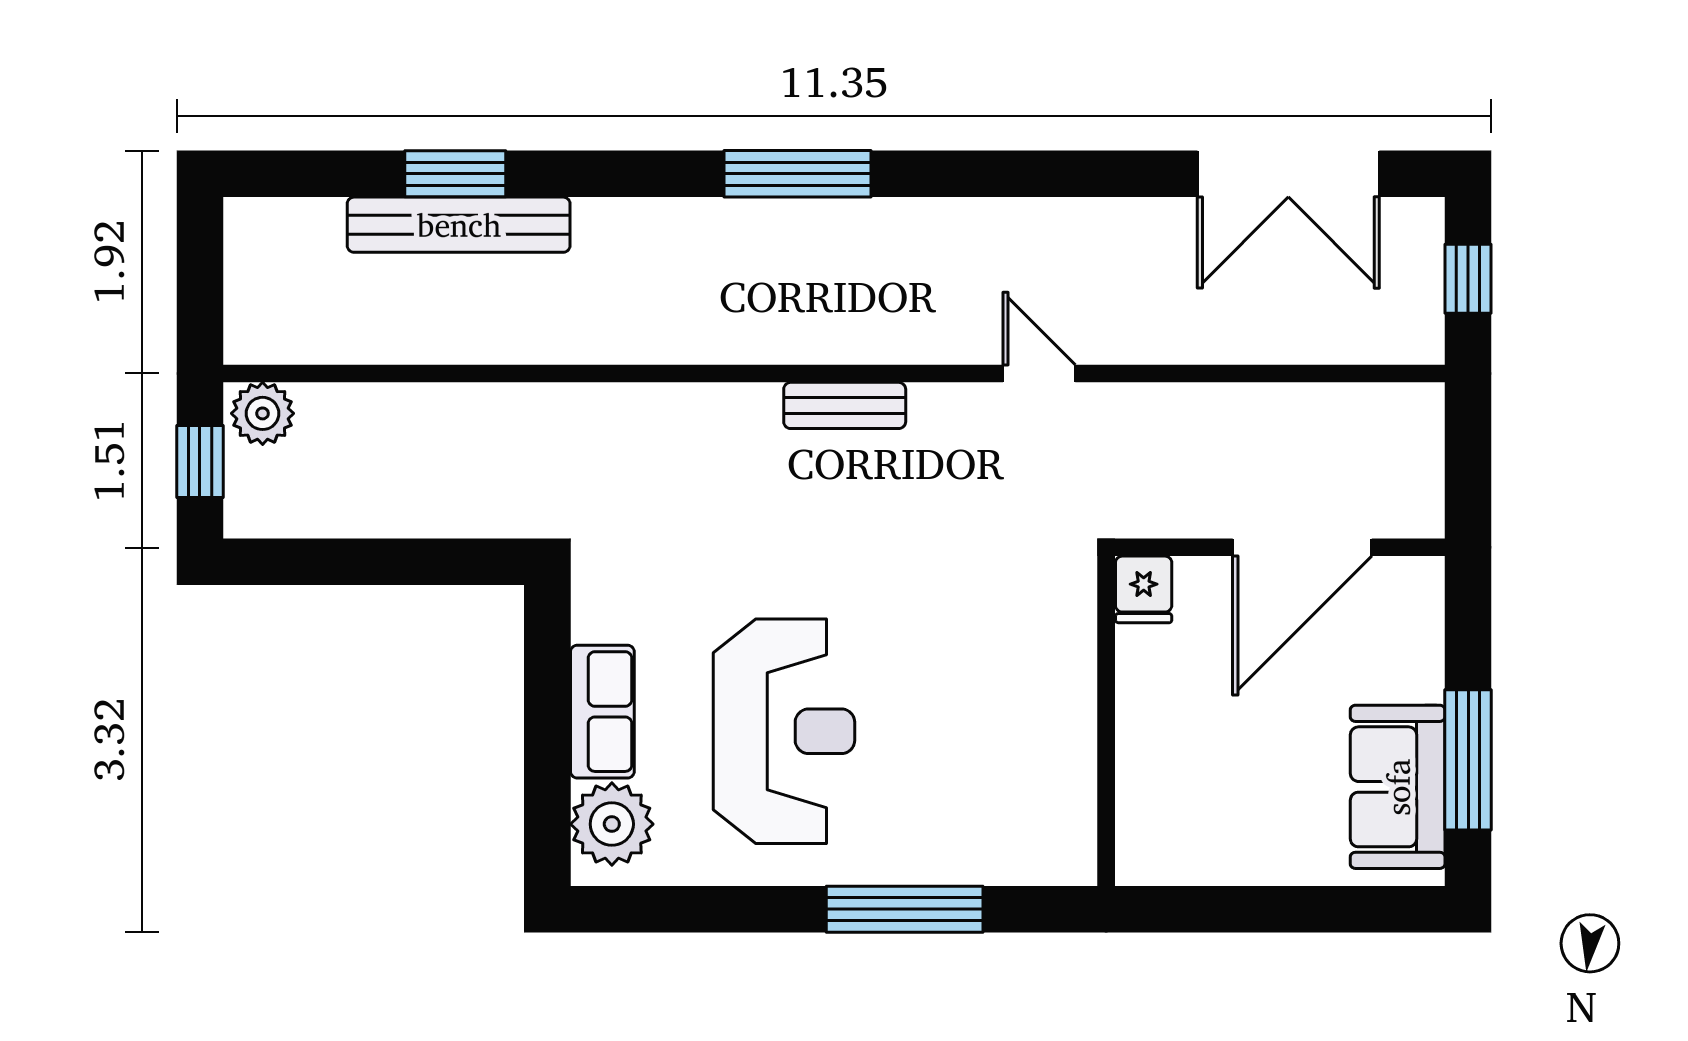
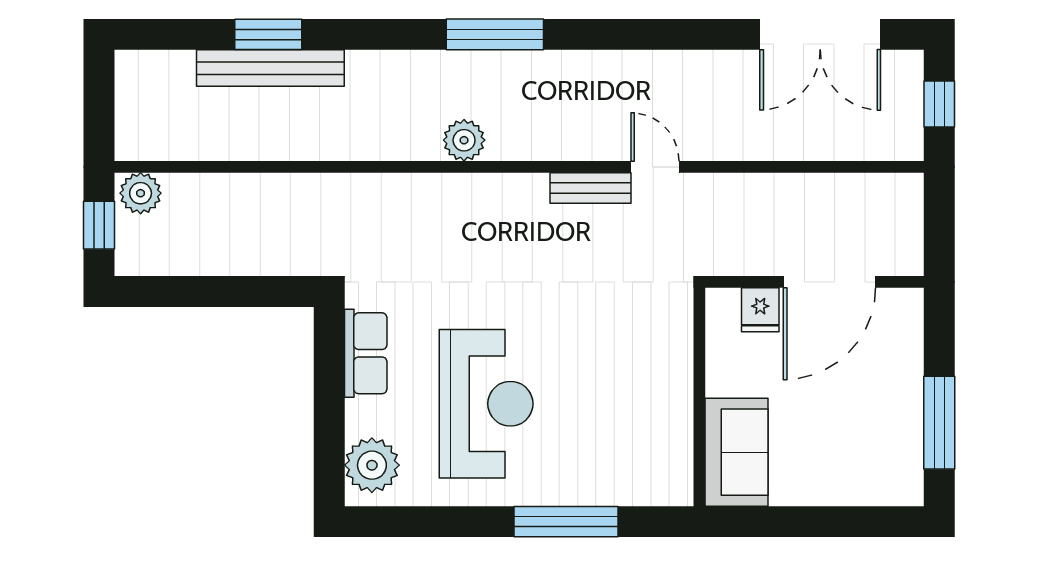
plant: (751, 334) -> (464, 140), added
bench: (845, 405) -> (590, 188), moved
fridge: (1144, 589) -> (760, 310), moved
row of seats: (602, 712) -> (366, 353), moved
sofa: (1398, 787) -> (737, 452), moved, turned 180

